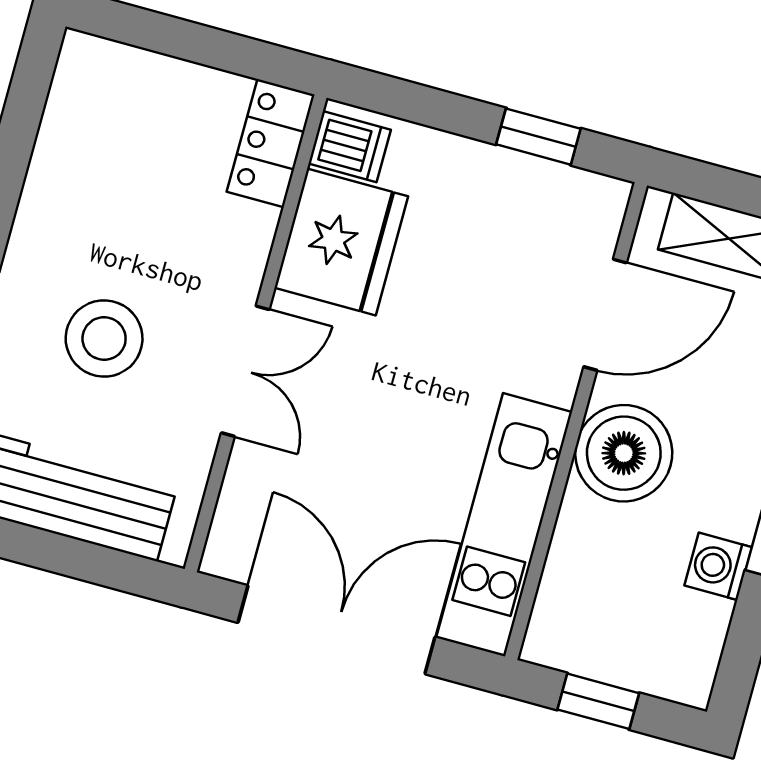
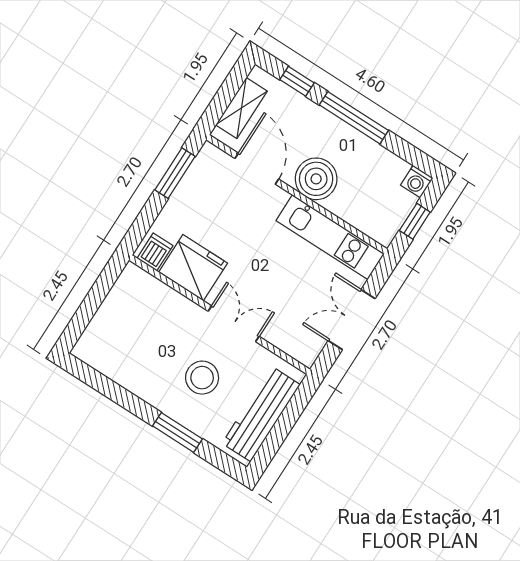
window: (538, 137) -> (175, 173), width x1.50
locker: (271, 143) -> (143, 284), removed
washing machine: (718, 566) -> (417, 182), moved
double door: (337, 630) -> (352, 320), width x0.73

